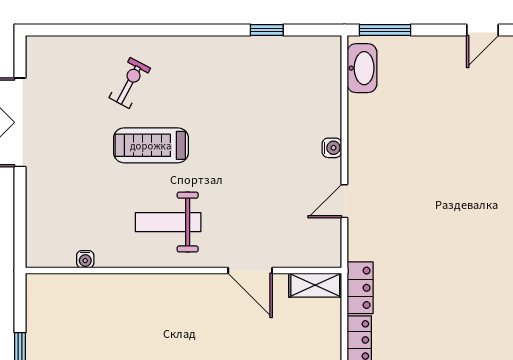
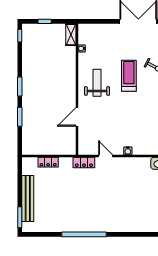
shelving: (315, 285) -> (71, 35), moved
locker: (360, 288) -> (84, 162), moved

